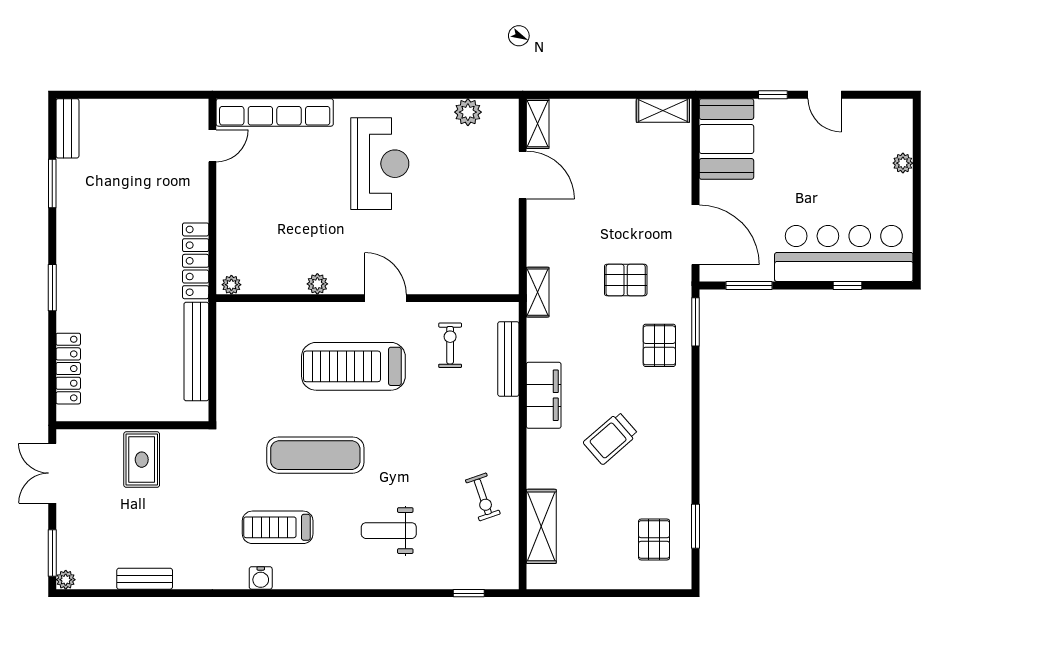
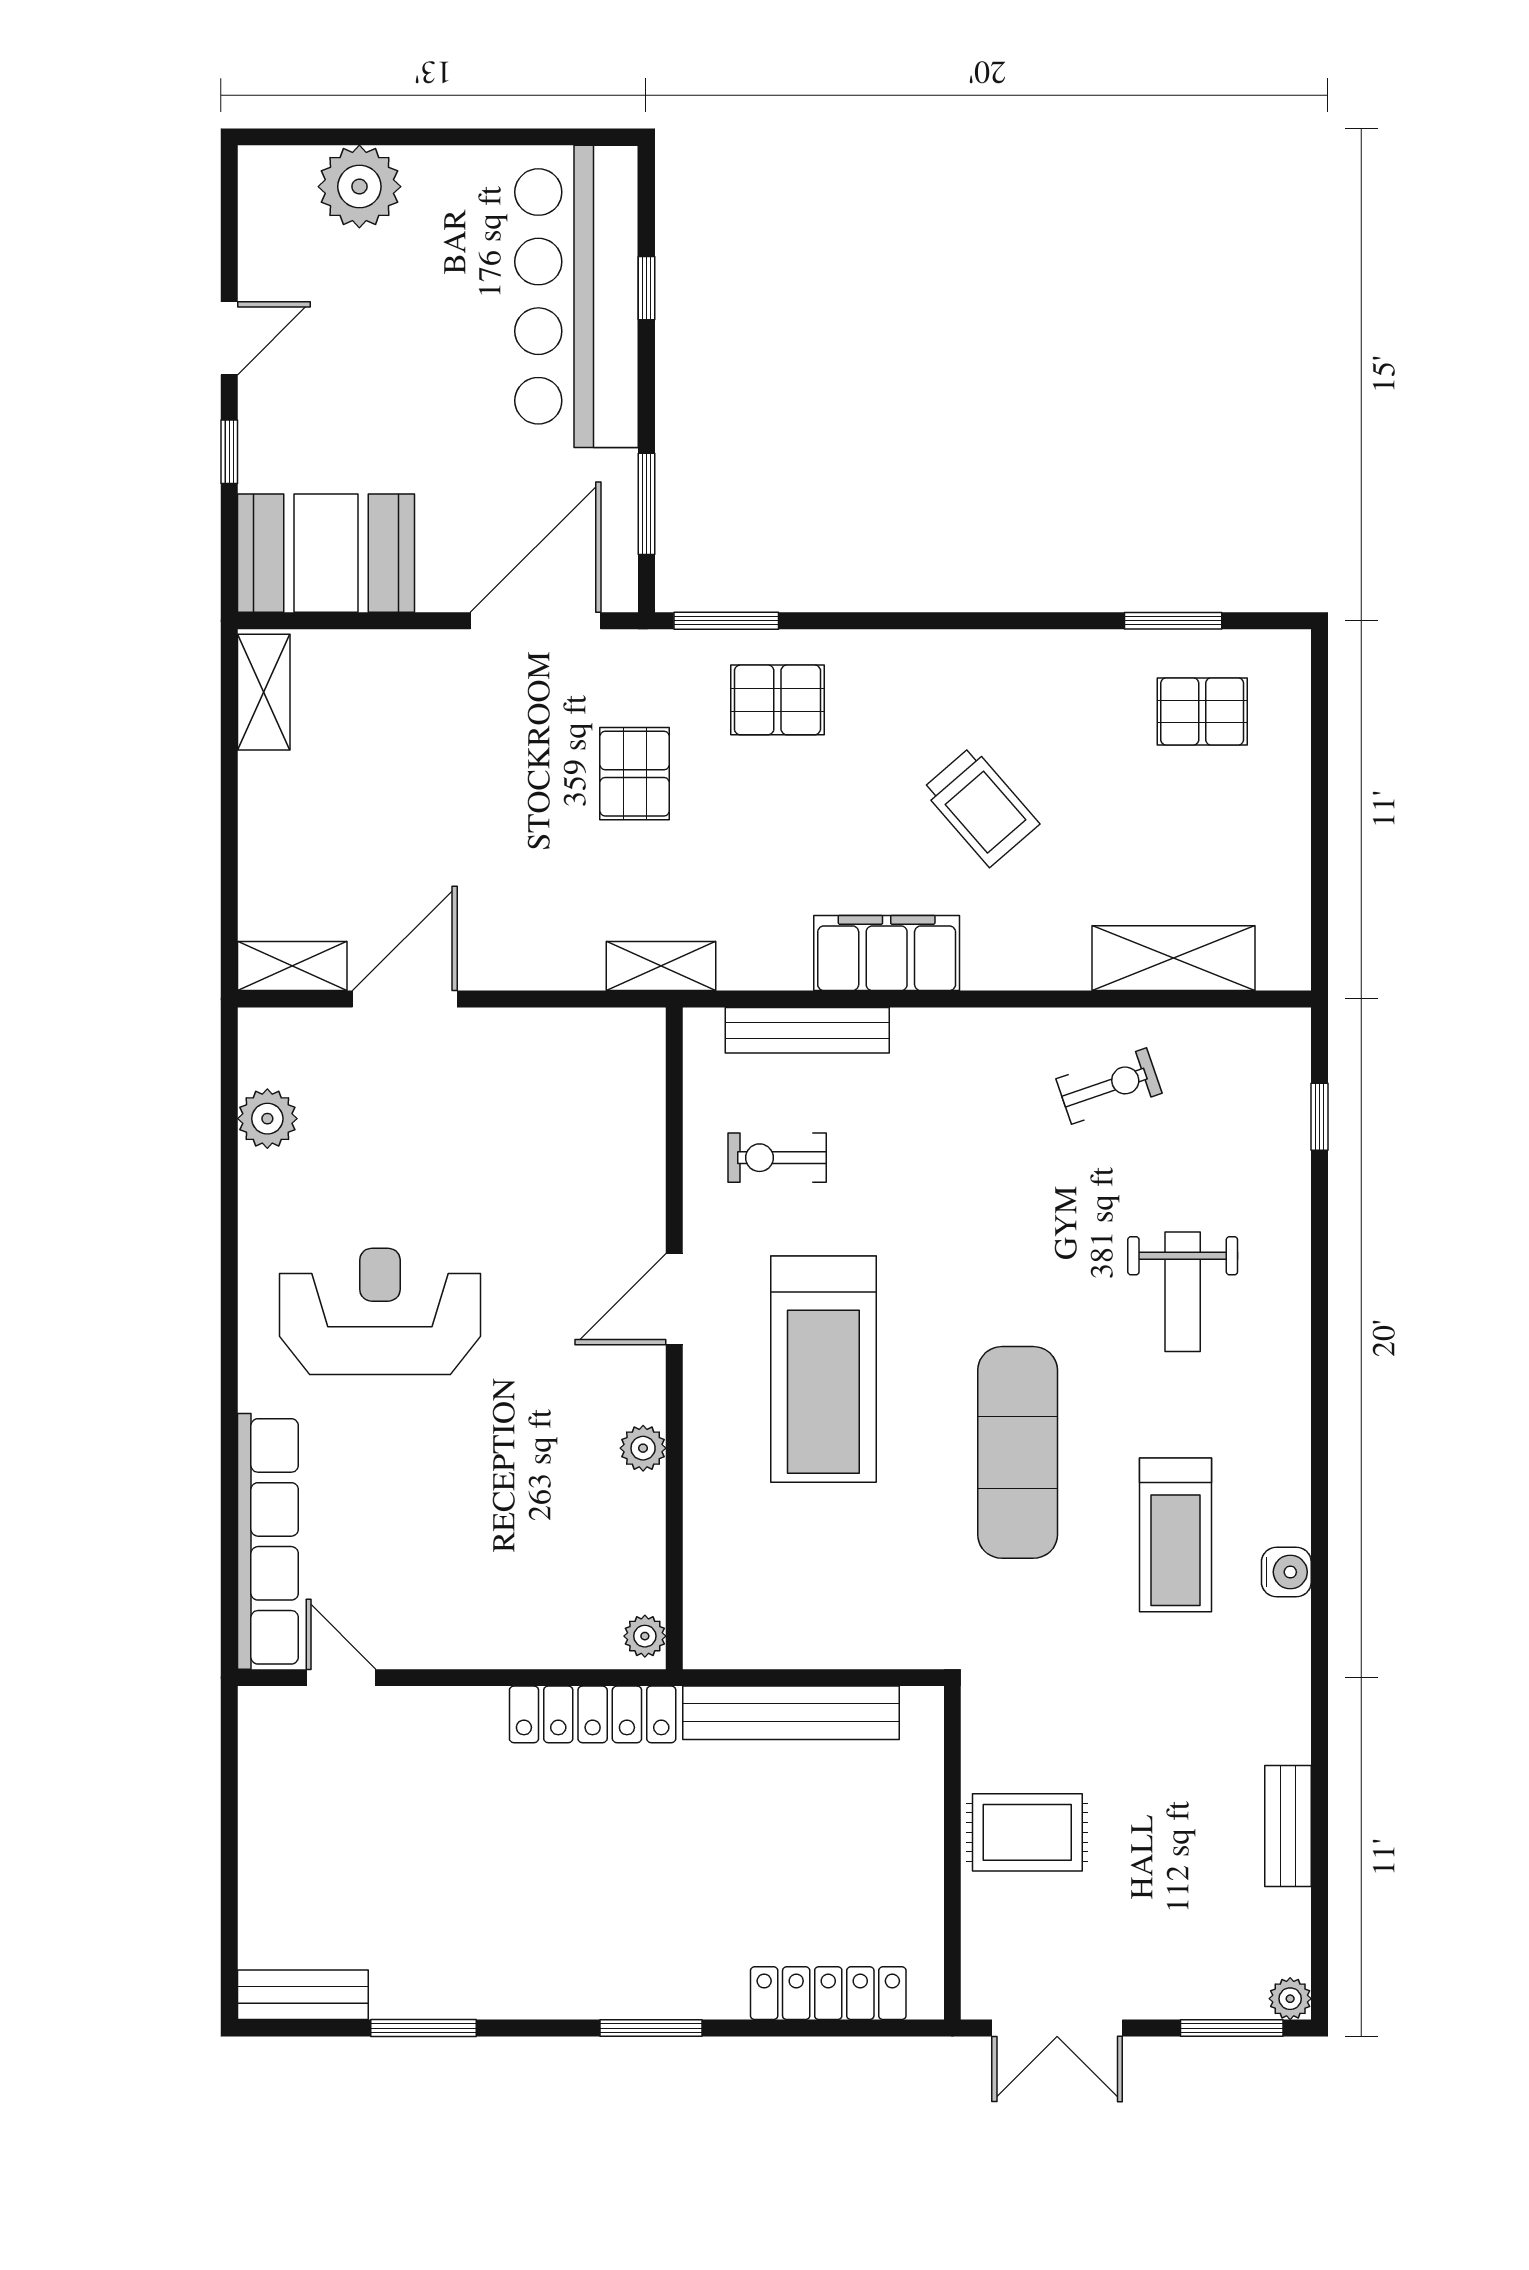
plant: (903, 163) -> (359, 187), width x1.88, depth x1.88

